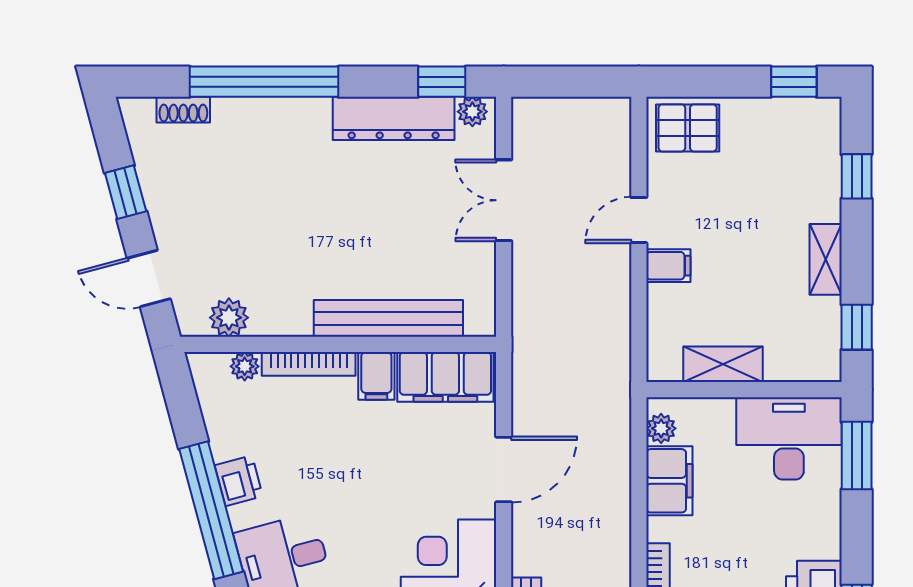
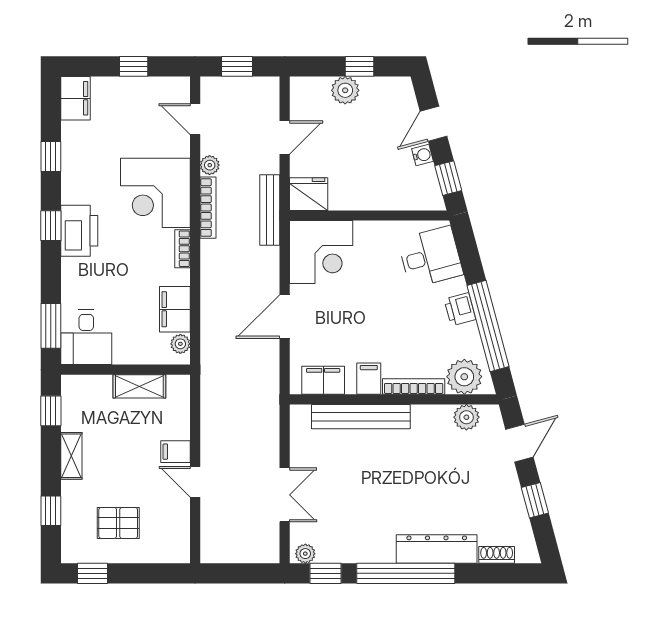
window: (264, 82) -> (406, 573), moved
dresser: (394, 118) -> (437, 549), moved
pallet: (688, 128) -> (118, 523), moved
door: (639, 220) -> (195, 482), swing flipped
door: (149, 279) -> (519, 443), hinge flipped
plant: (245, 366) -> (464, 377), width x1.88, depth x1.88
filing cabinet: (445, 377) -> (323, 380), width x0.67, depth x0.86
desk: (789, 438) -> (86, 337), width x0.73
window: (211, 510) -> (488, 326), moved

